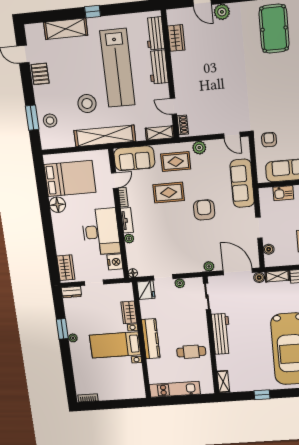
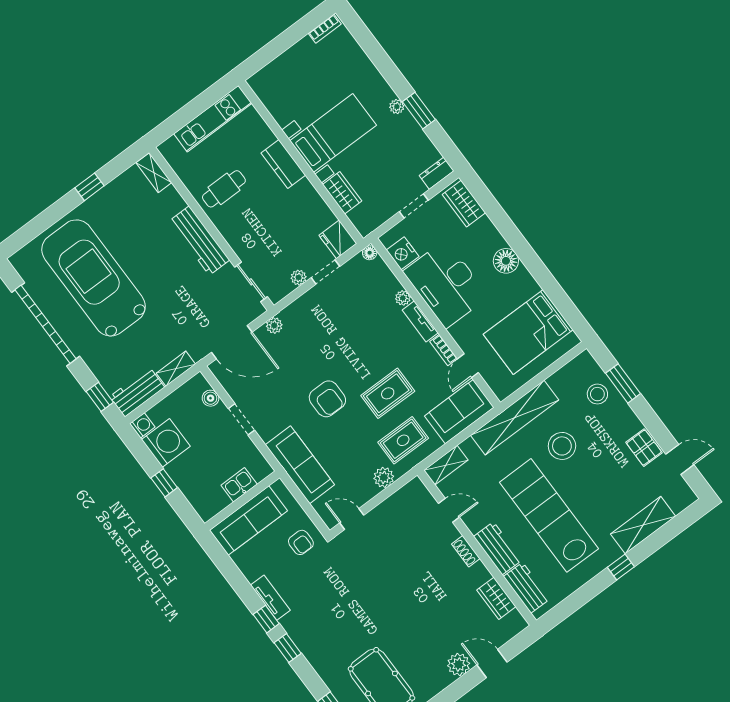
shoe rack: (183, 125) -> (466, 551), moved
floor lamp: (57, 205) -> (506, 261), moved
boiler: (259, 278) -> (199, 352), removed
kitchen counter: (151, 339) -> (283, 164), width x0.67

